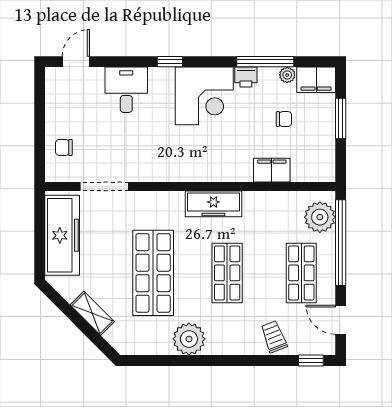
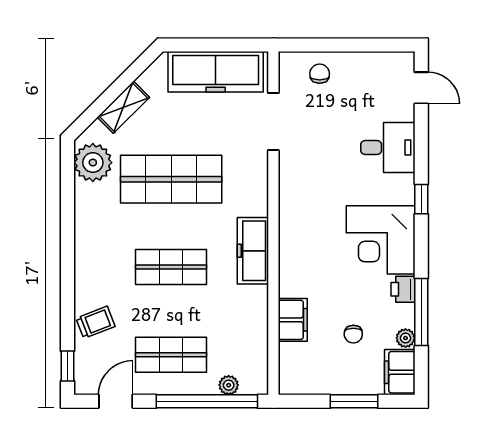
plant: (320, 217) -> (229, 385), width x0.53, depth x0.53
plant: (189, 339) -> (93, 163), moved

